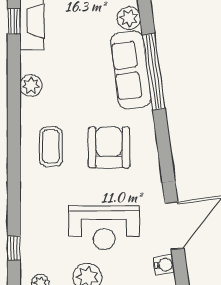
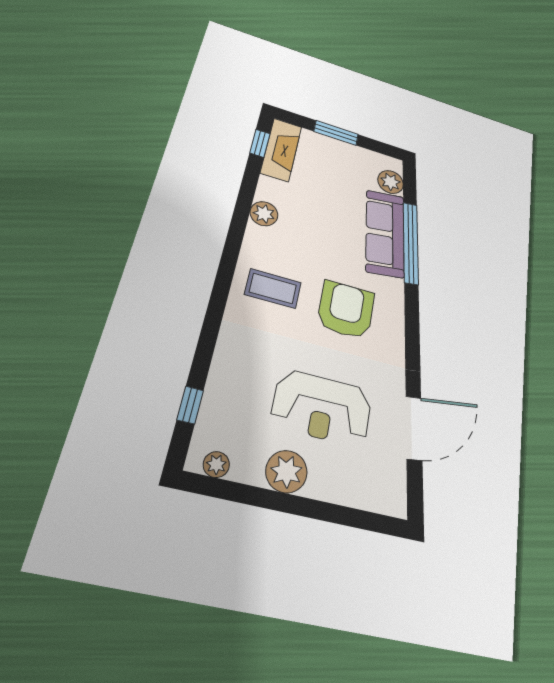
coffee table: (51, 147) -> (273, 288), turned 90
water cooler: (164, 265) -> (394, 478), removed

